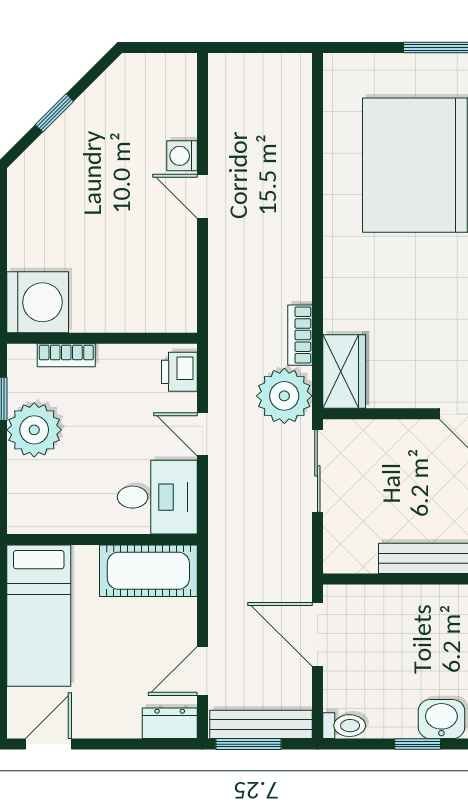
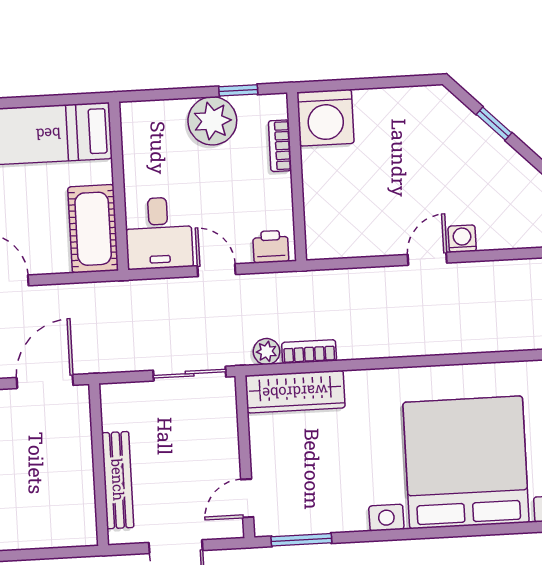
wardrobe: (344, 372) -> (295, 392), width x1.50
plant: (284, 396) -> (267, 352), width x0.53, depth x0.53
door: (203, 434) -> (217, 270), hinge flipped

